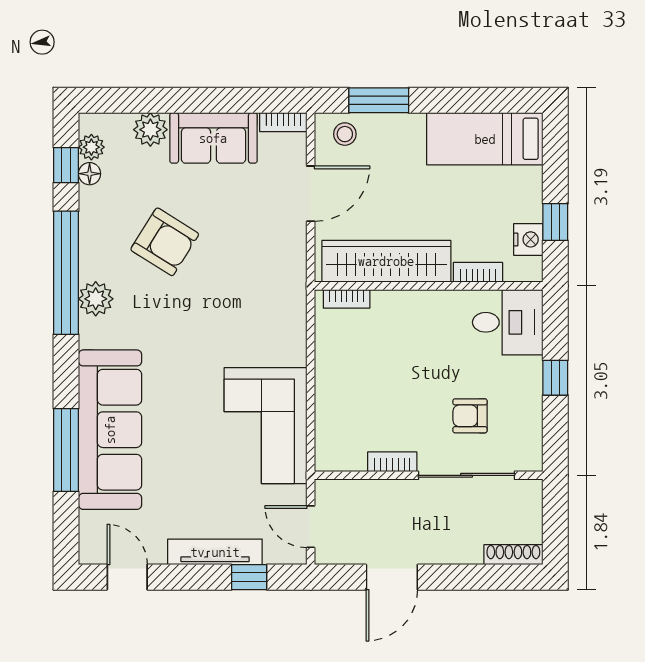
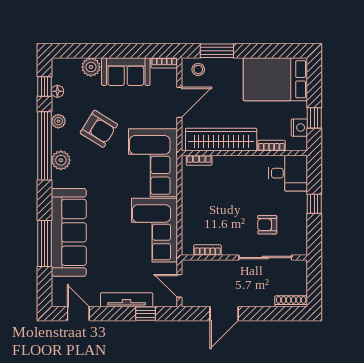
bed: (485, 139) -> (275, 79), width x1.50
plant: (91, 147) -> (58, 121), moved
corner sofa: (263, 303) -> (153, 163), added
bookcase: (392, 462) -> (207, 250), moved

